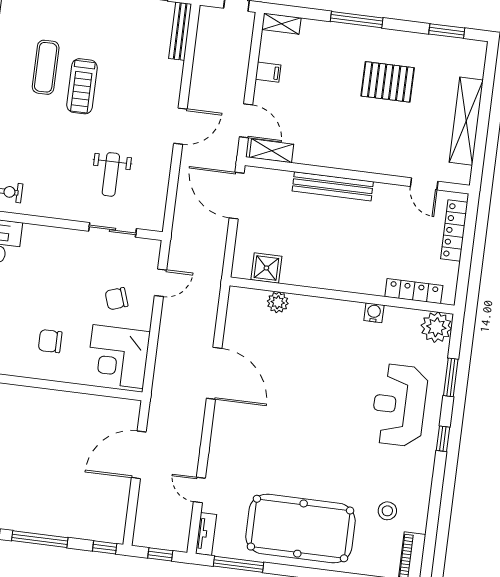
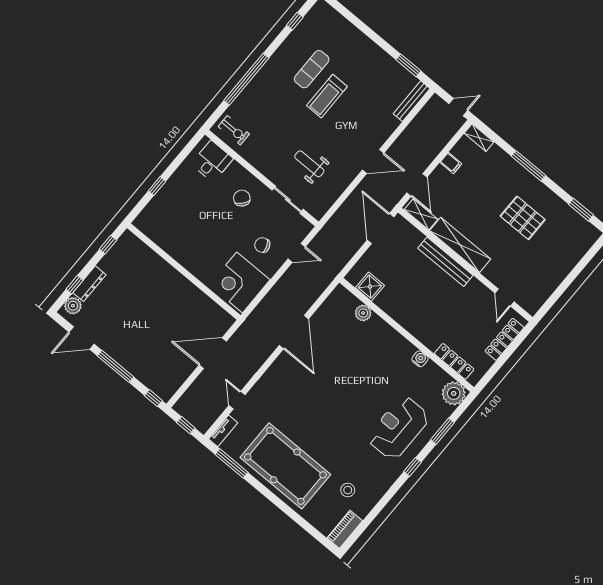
shelving: (466, 121) -> (460, 245), moved, turned 90
weight bench: (111, 174) -> (309, 164), turned 90
chair: (50, 341) -> (242, 198), moved, turned 41

